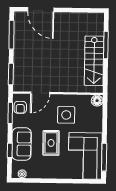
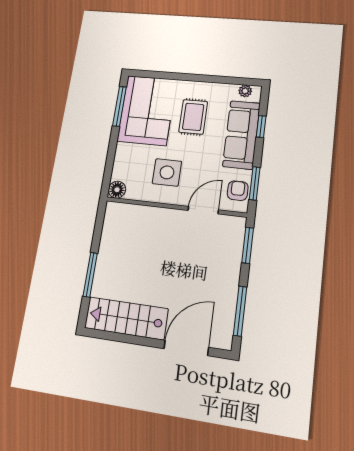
door: (41, 10) -> (186, 348), hinge flipped
stairs: (94, 61) -> (126, 318), moved, turned -90
rug: (51, 143) -> (193, 117), moved
sofa: (22, 144) -> (241, 135), width x1.36

